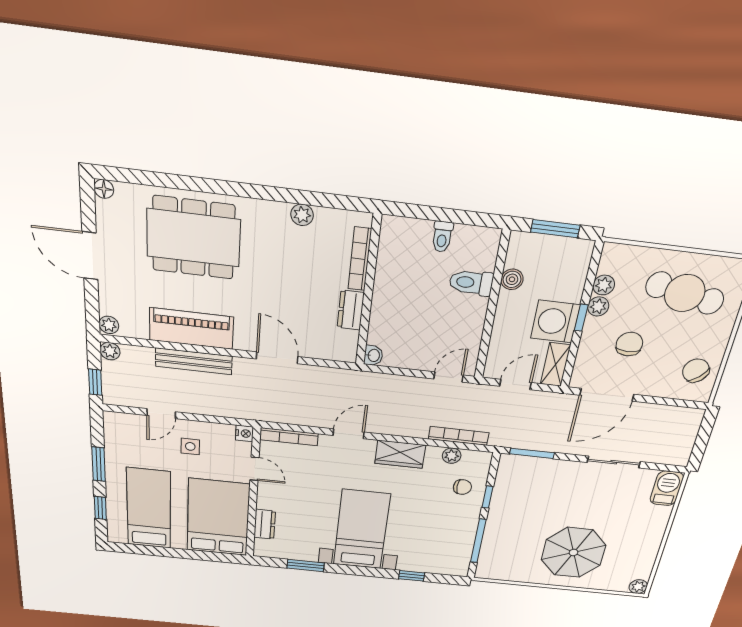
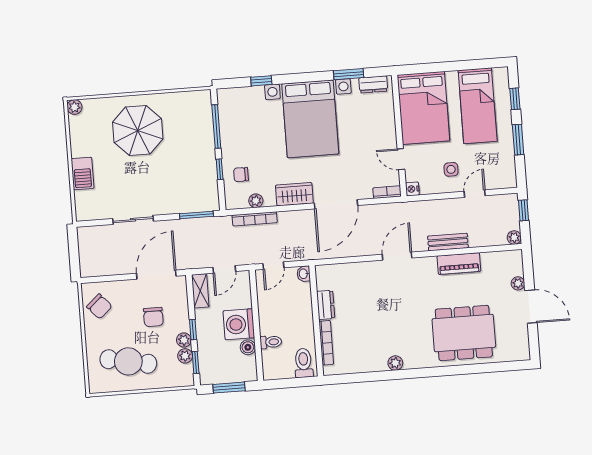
floor lamp: (104, 189) -> (524, 354), removed
toilet: (442, 237) -> (304, 363), width x1.37, depth x1.39
bookcase: (360, 259) -> (326, 343), moved
window: (592, 273) -> (196, 362), added
toilet: (471, 283) -> (271, 342), width x0.73, depth x0.72
wall: (368, 292) -> (316, 321), moved
dresser: (351, 310) -> (326, 305), moved
washing machine: (555, 322) -> (239, 324), moved, turned 180
plant: (109, 325) -> (518, 283), moved
piano: (191, 329) -> (459, 264), width x0.73, depth x0.75
washbasin: (373, 355) -> (304, 274), moved
door: (277, 358) -> (397, 256), swing flipped
bench: (194, 361) -> (448, 242), width x0.73
door: (349, 434) -> (336, 204), width x1.87
bookcase: (289, 437) -> (387, 192), width x0.64
barbecue: (667, 488) -> (83, 173), moved
dresser: (265, 524) -> (373, 84), moved, turned -90
bed with nightstands: (362, 530) -> (310, 119), width x1.36

